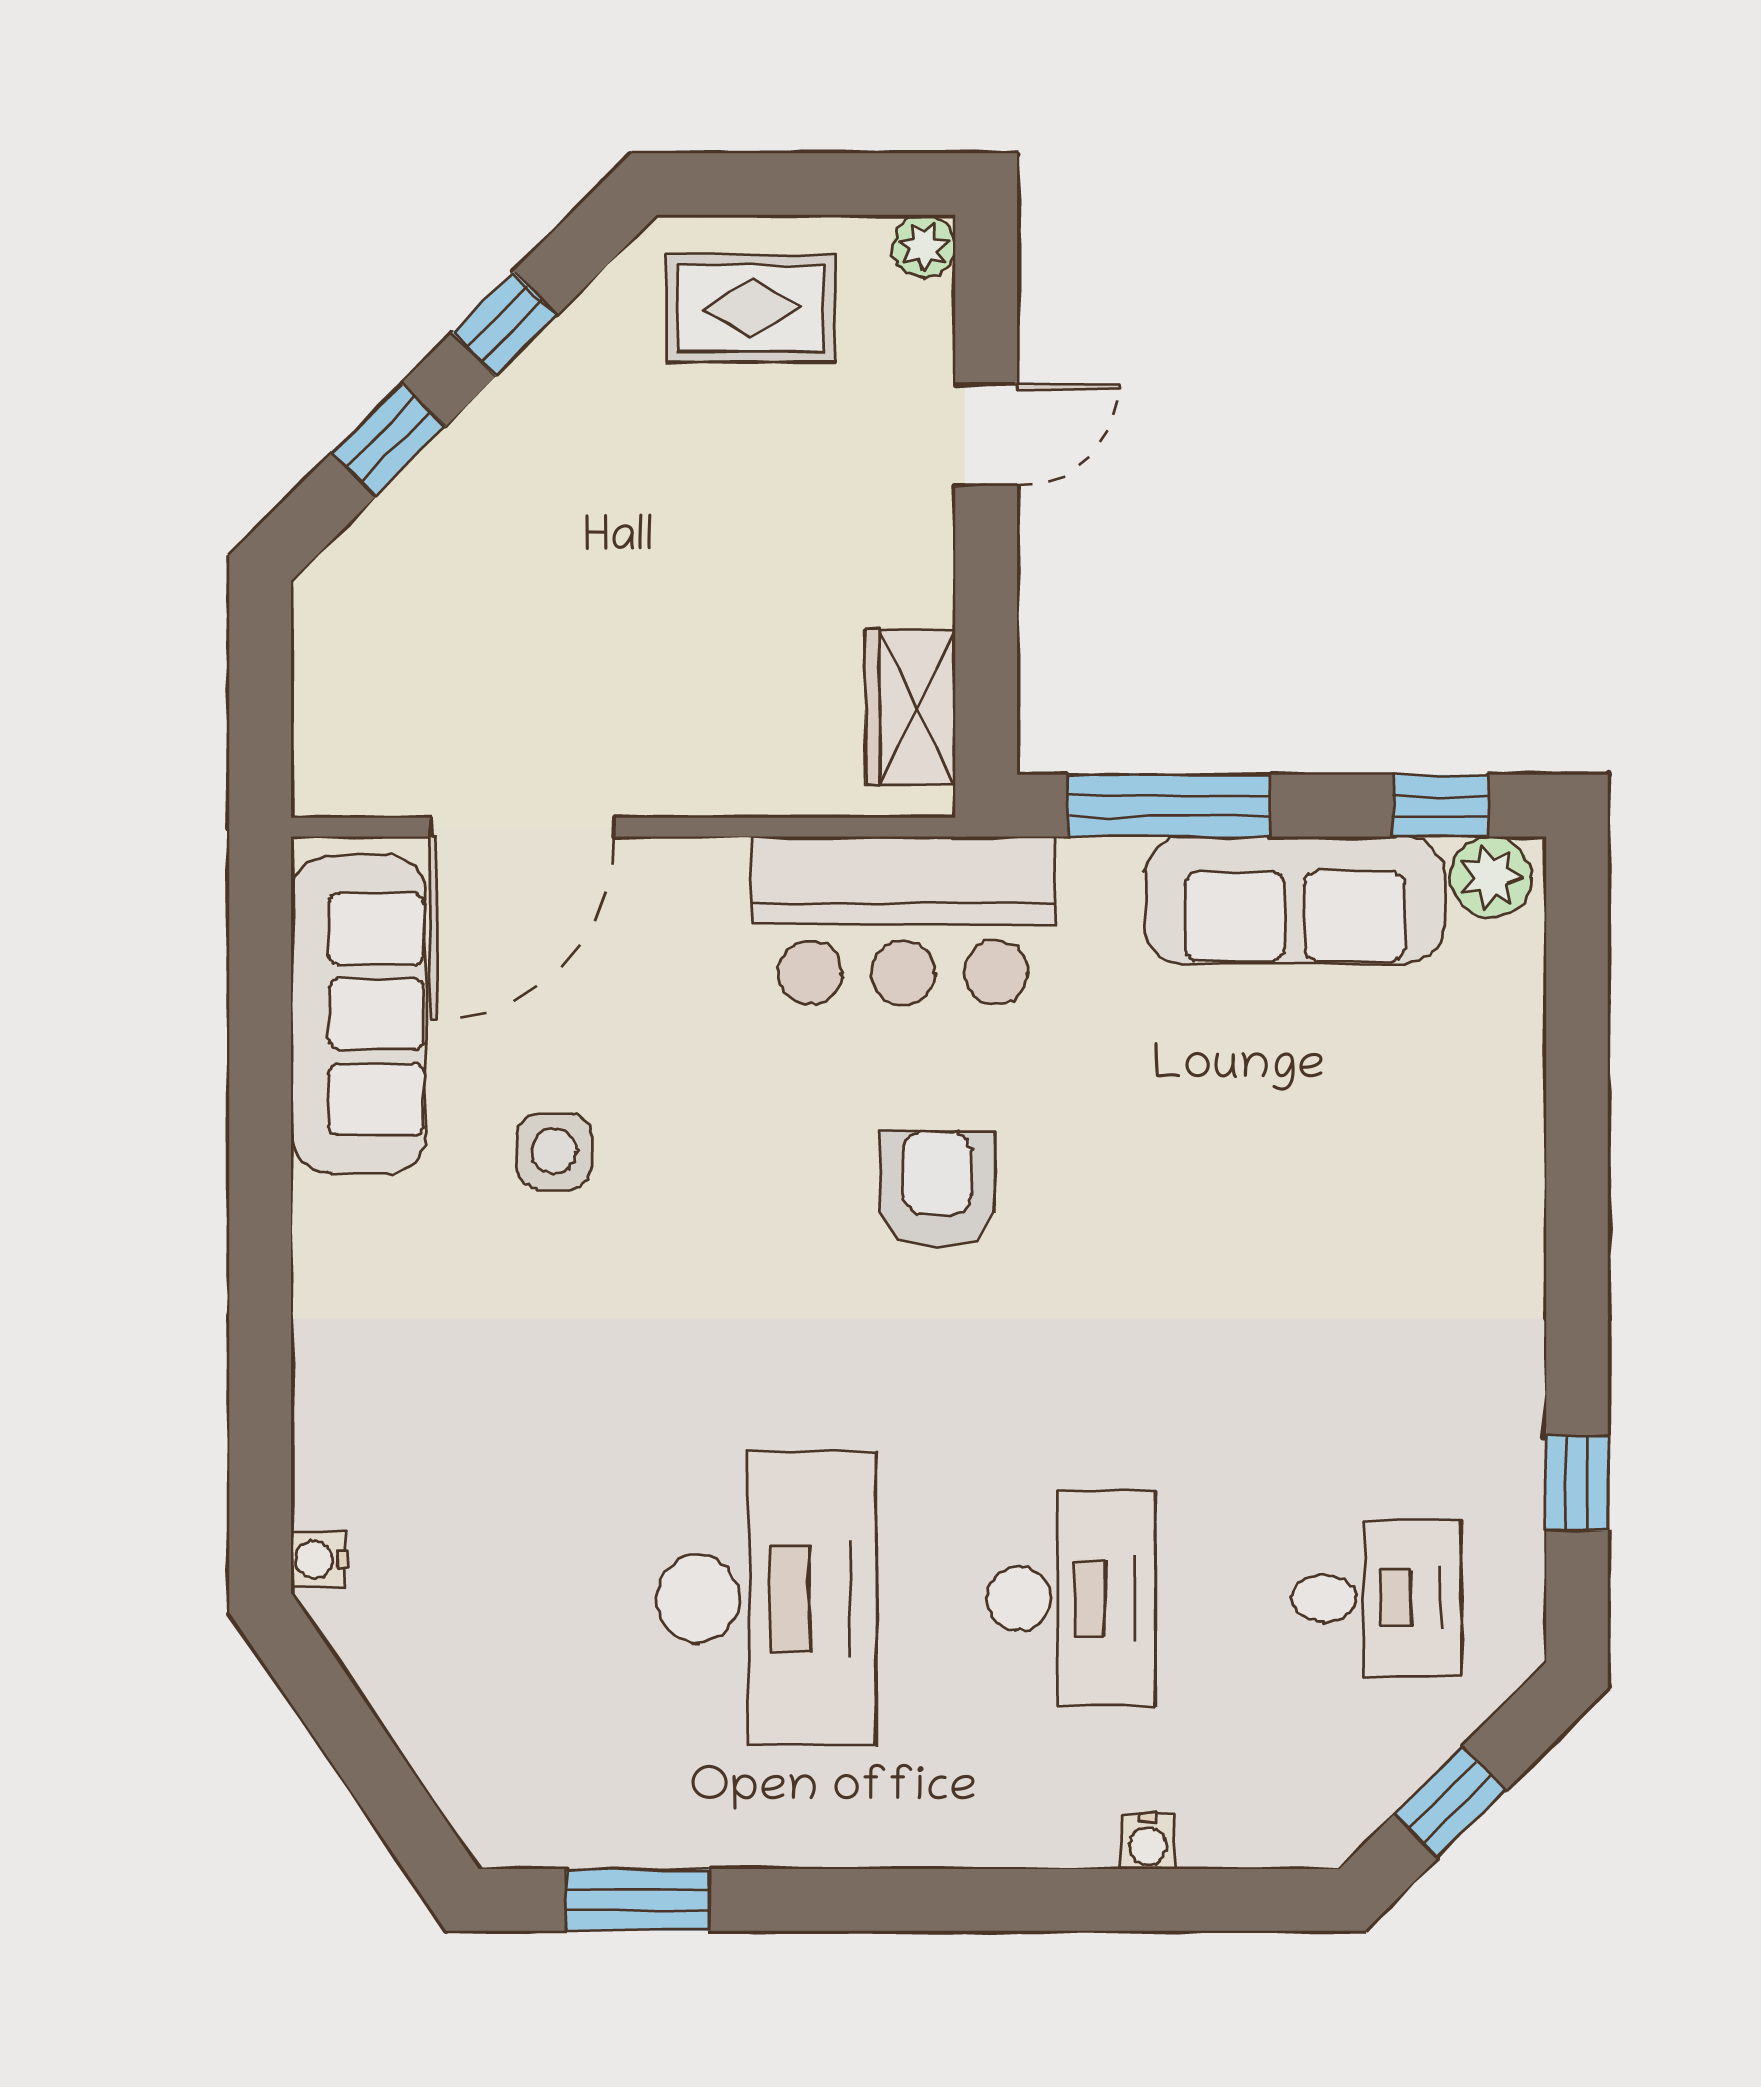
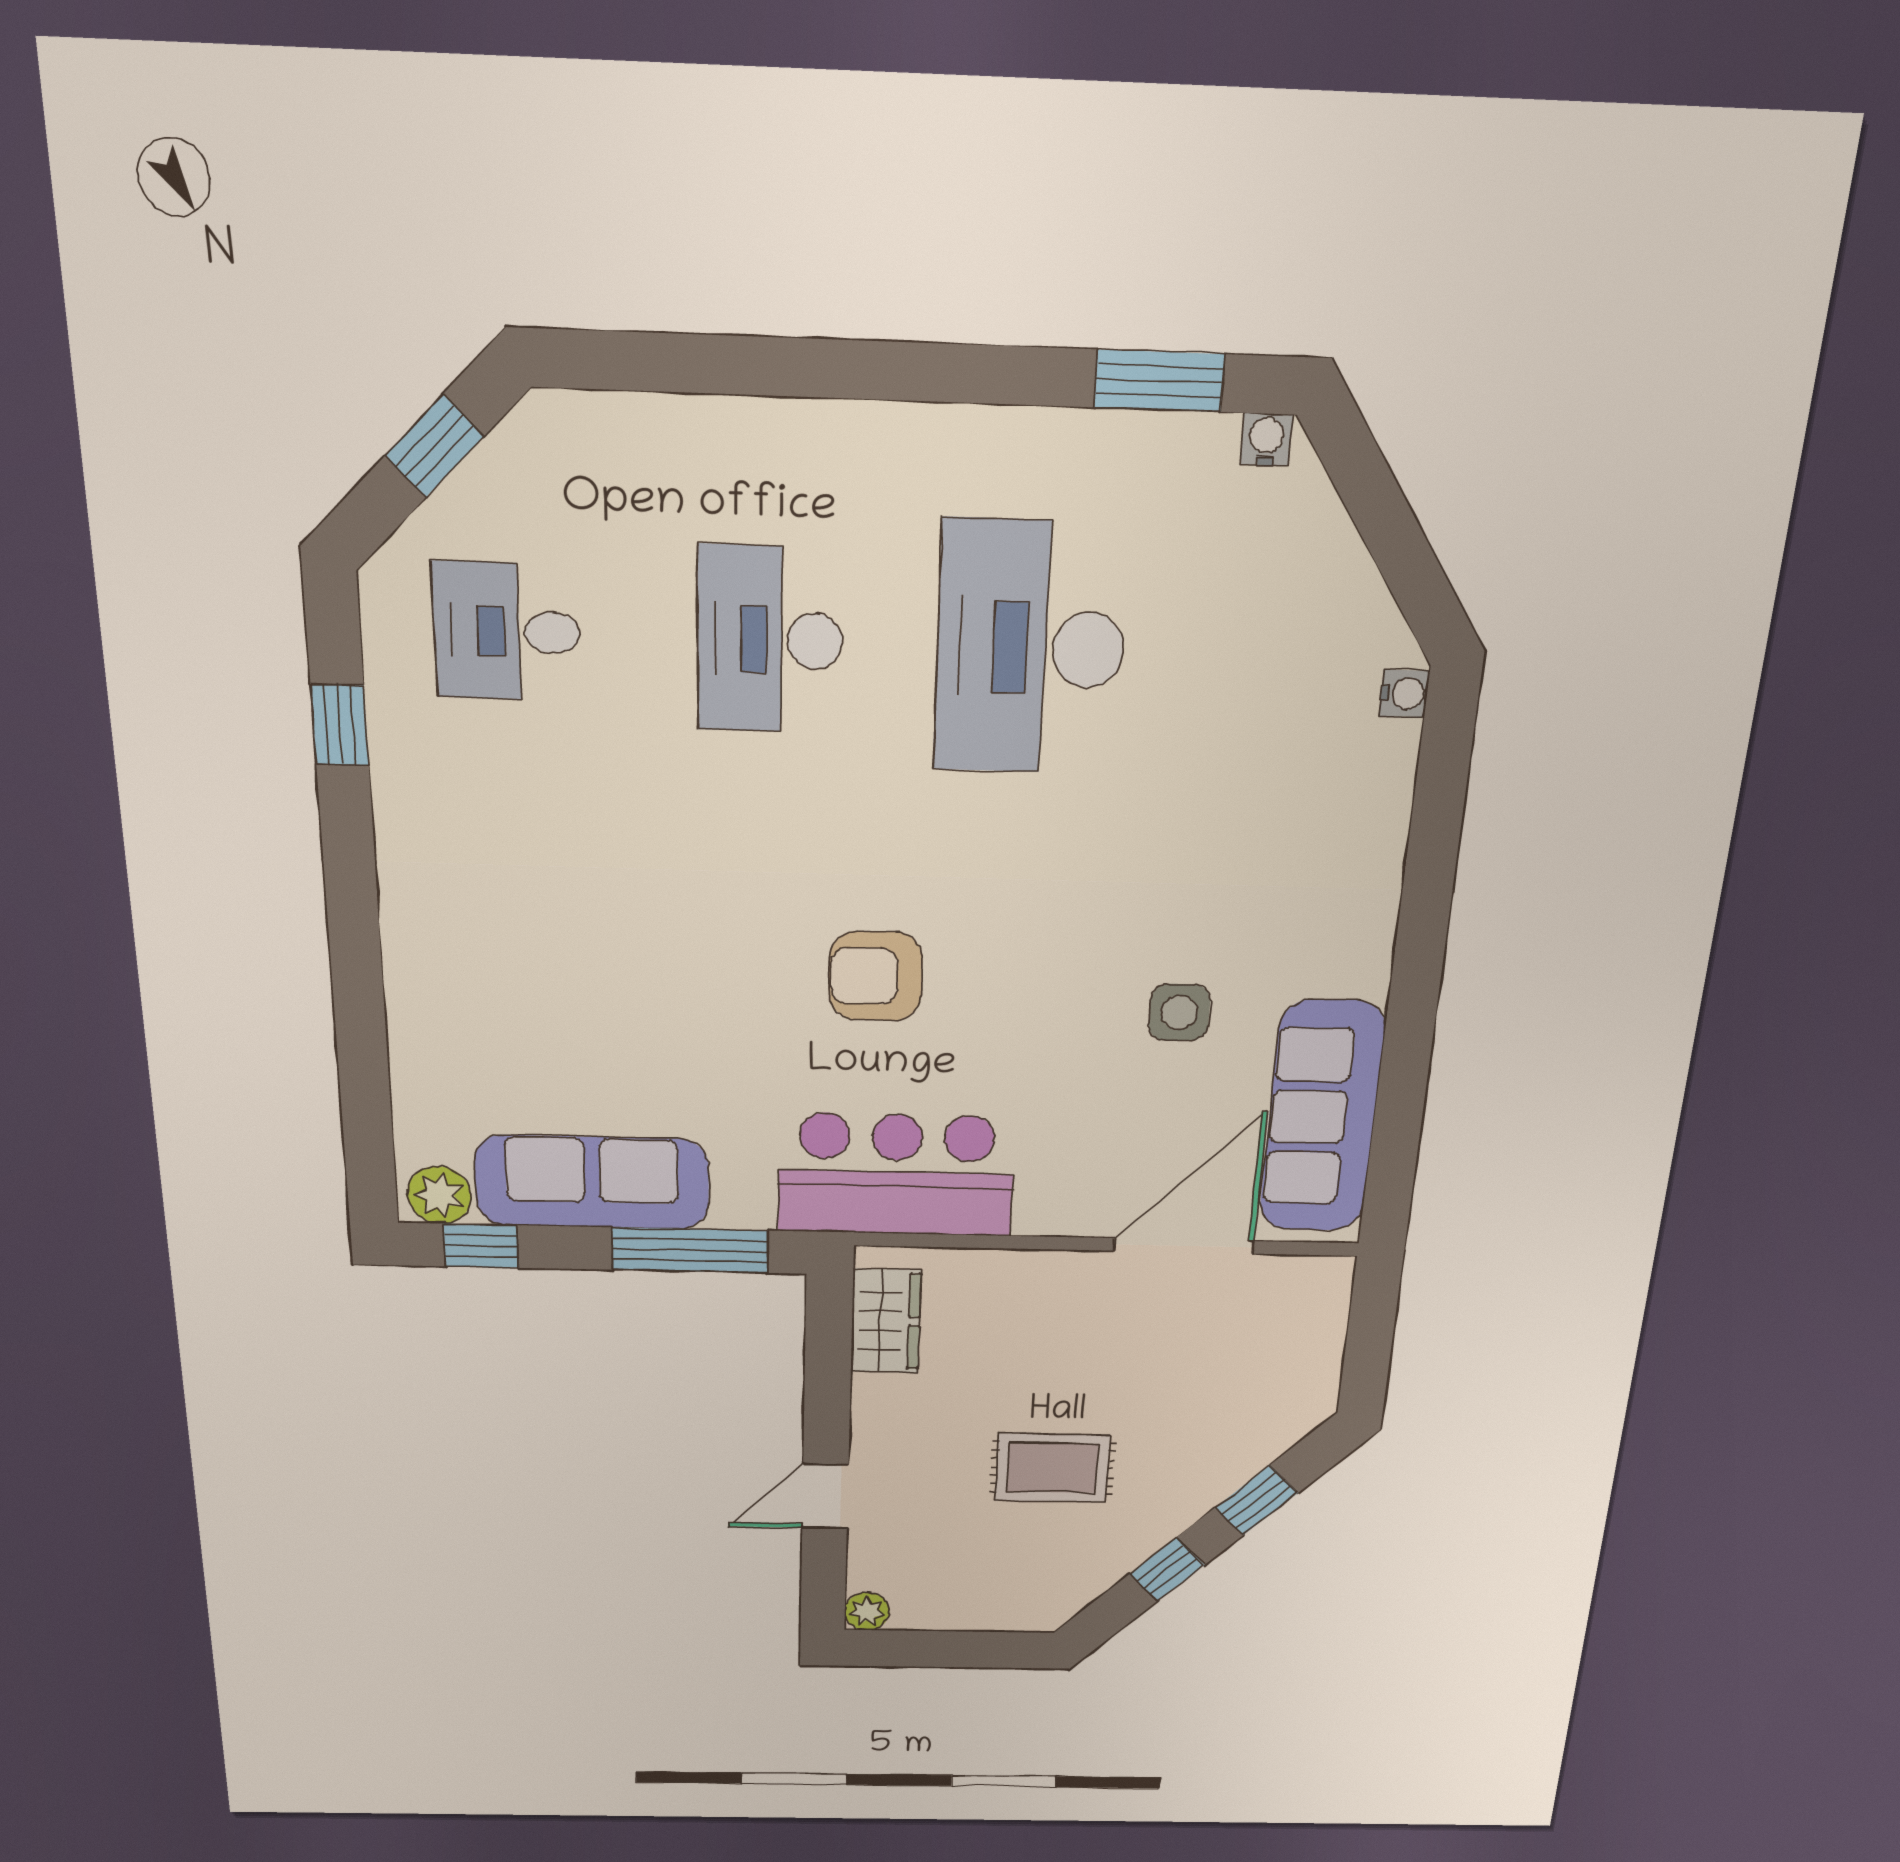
rug: (751, 308) -> (1052, 1468), moved
armchair: (937, 1189) -> (875, 976), turned 90
water cooler: (1148, 1841) -> (1266, 439), moved

